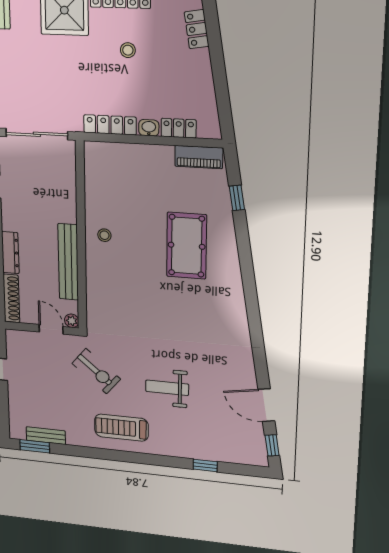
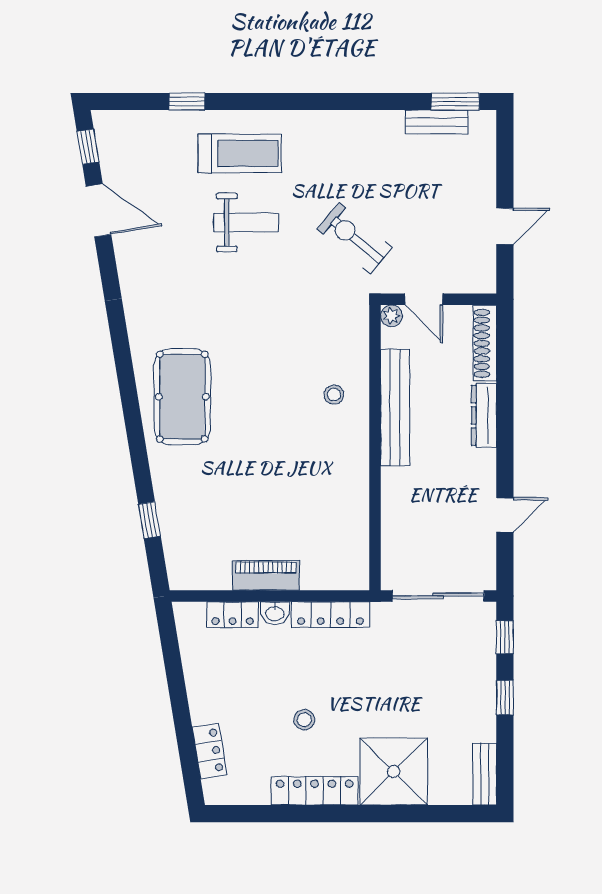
piano: (199, 157) -> (266, 575), moved
stool: (104, 235) -> (334, 395), moved
pool table: (187, 246) -> (182, 397), moved
treadmill: (121, 428) -> (240, 153), moved

